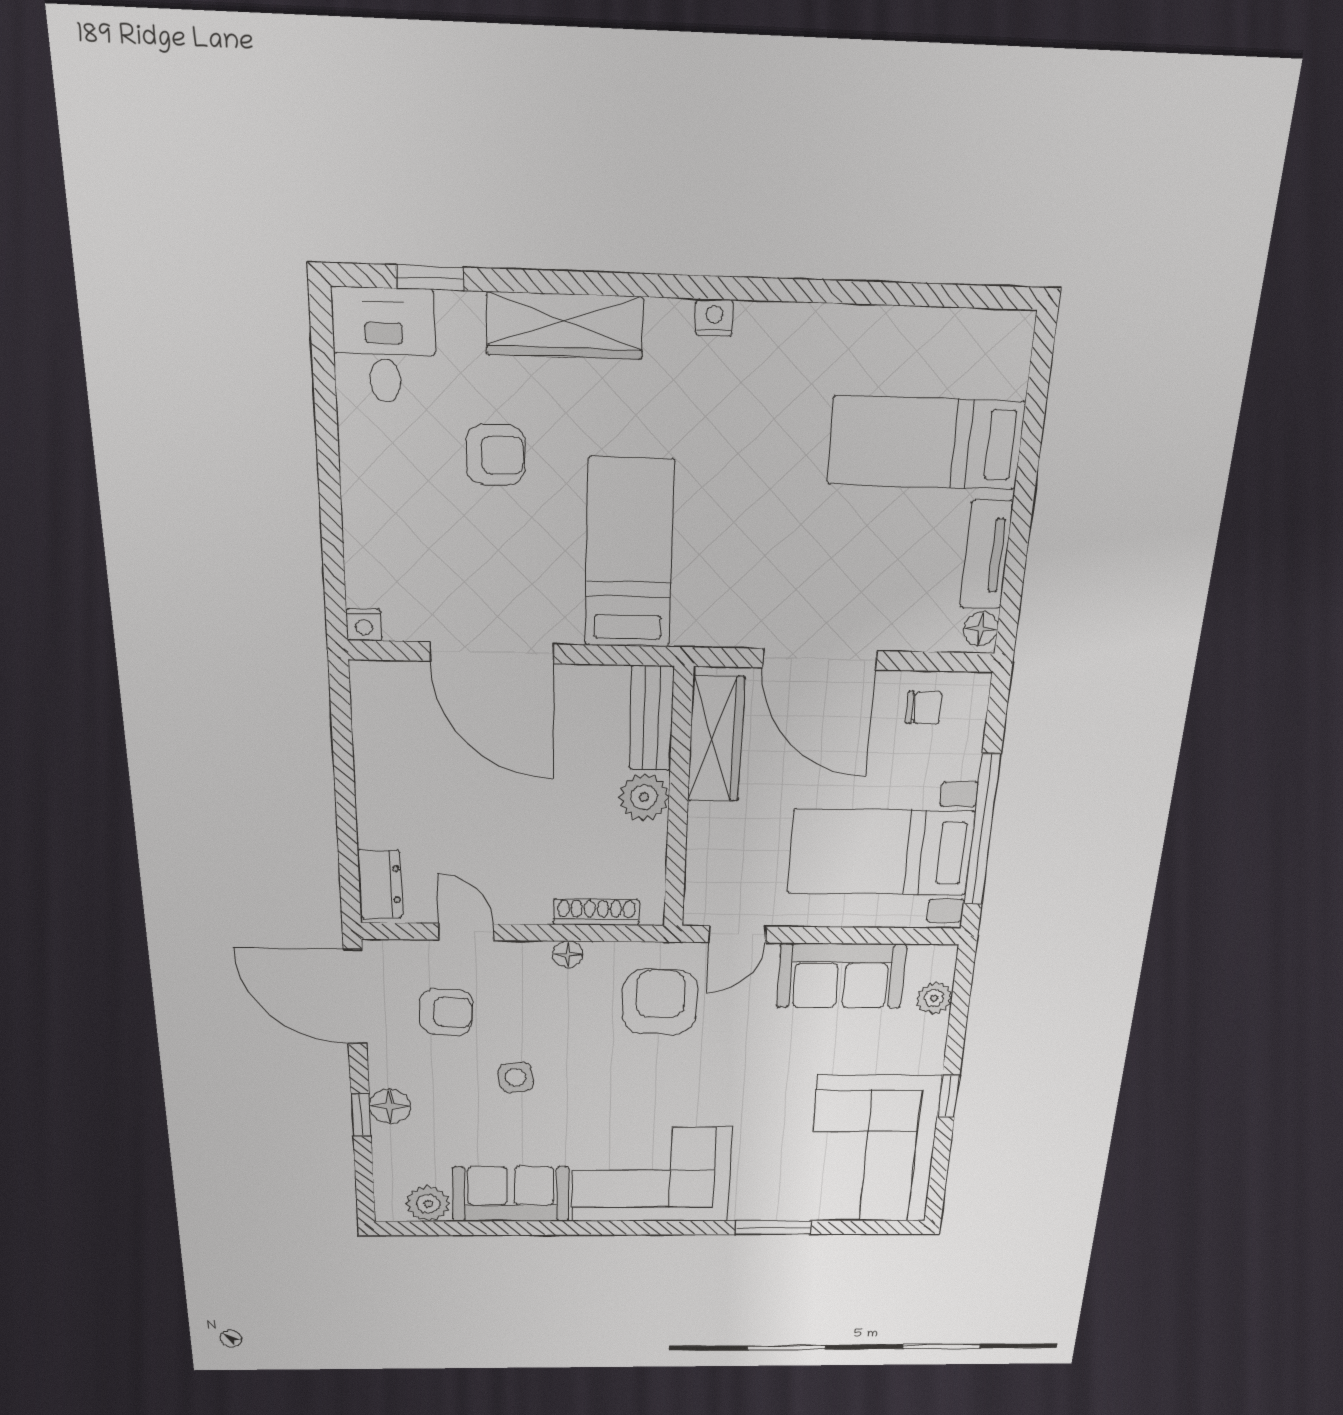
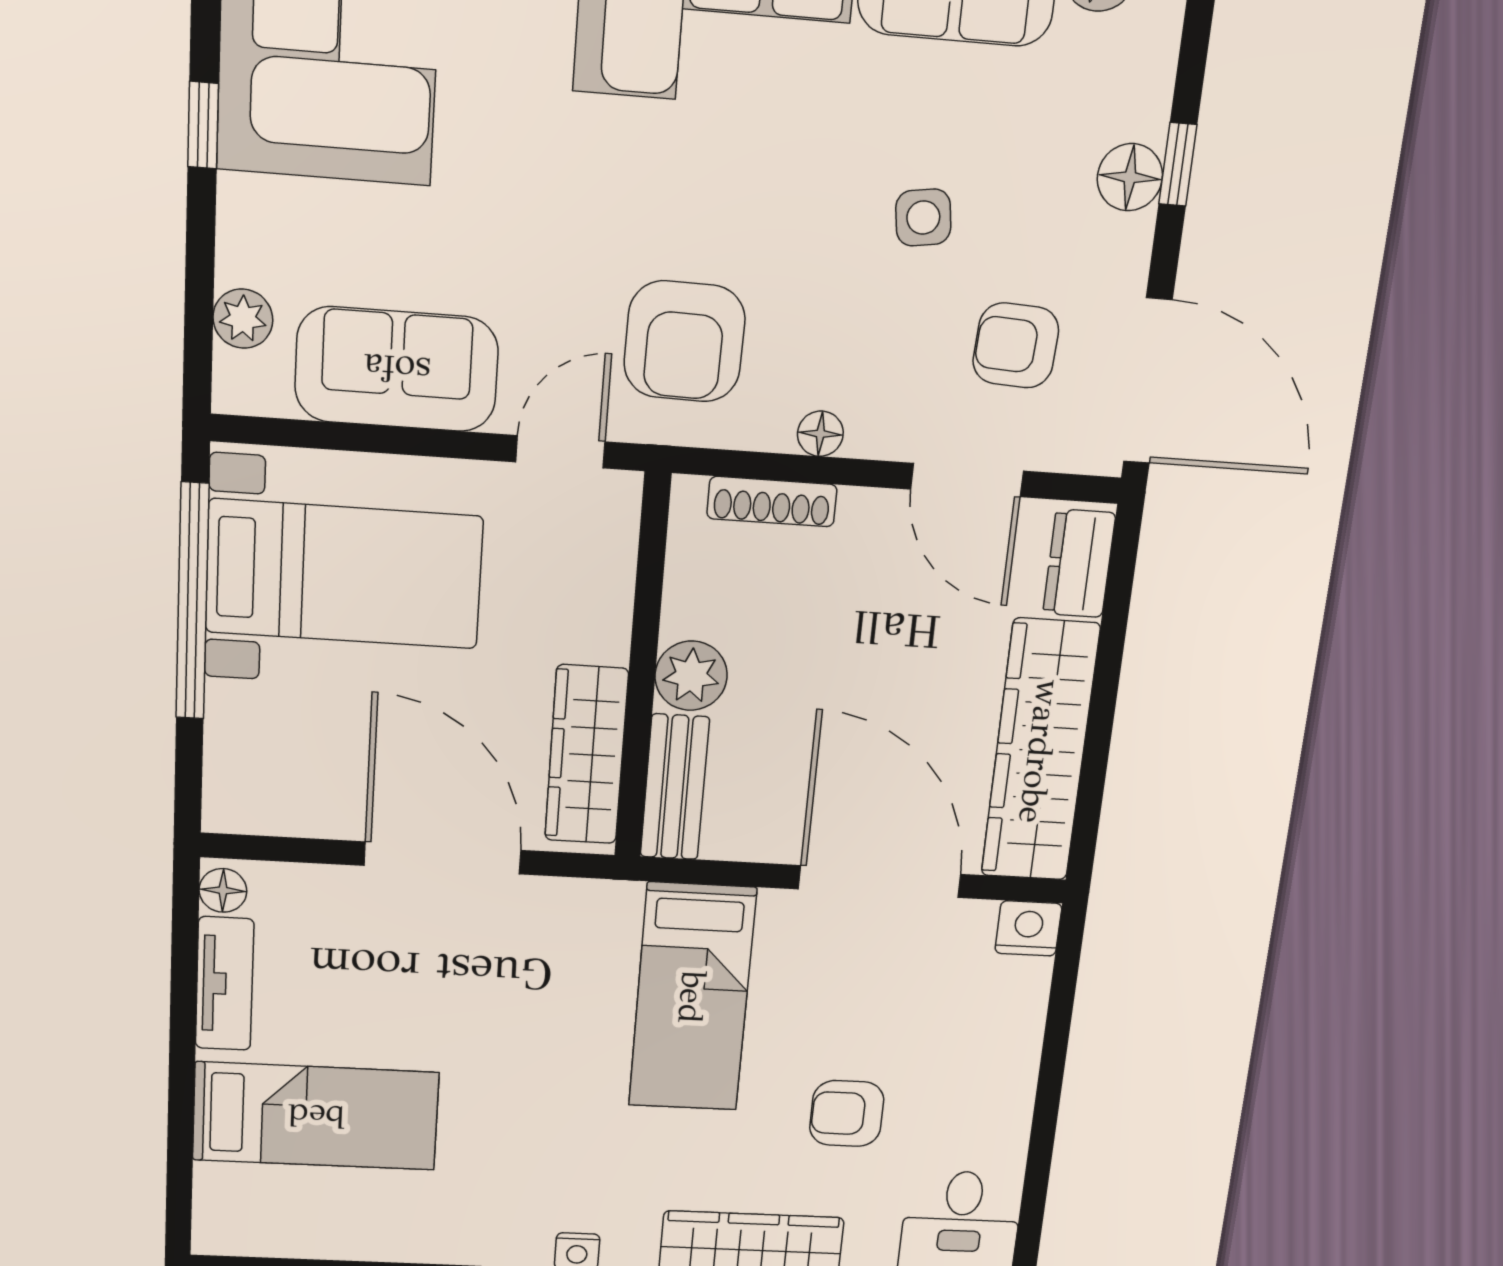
nightstand: (364, 625) -> (1028, 928), width x1.39, depth x1.35
chair: (924, 708) -> (294, 787), removed
wardrobe: (385, 756) -> (1040, 751), added
door: (466, 932) -> (967, 480), width x1.37

